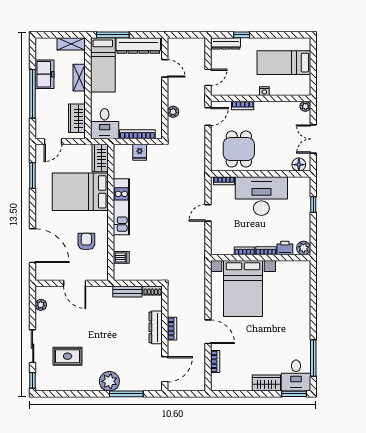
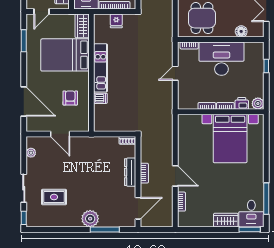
floor lamp: (299, 165) -> (241, 31), moved
dishwasher: (121, 257) -> (100, 98), moved
bed with nightstands: (243, 288) -> (230, 138), moved
bench: (127, 291) -> (106, 141), removed

